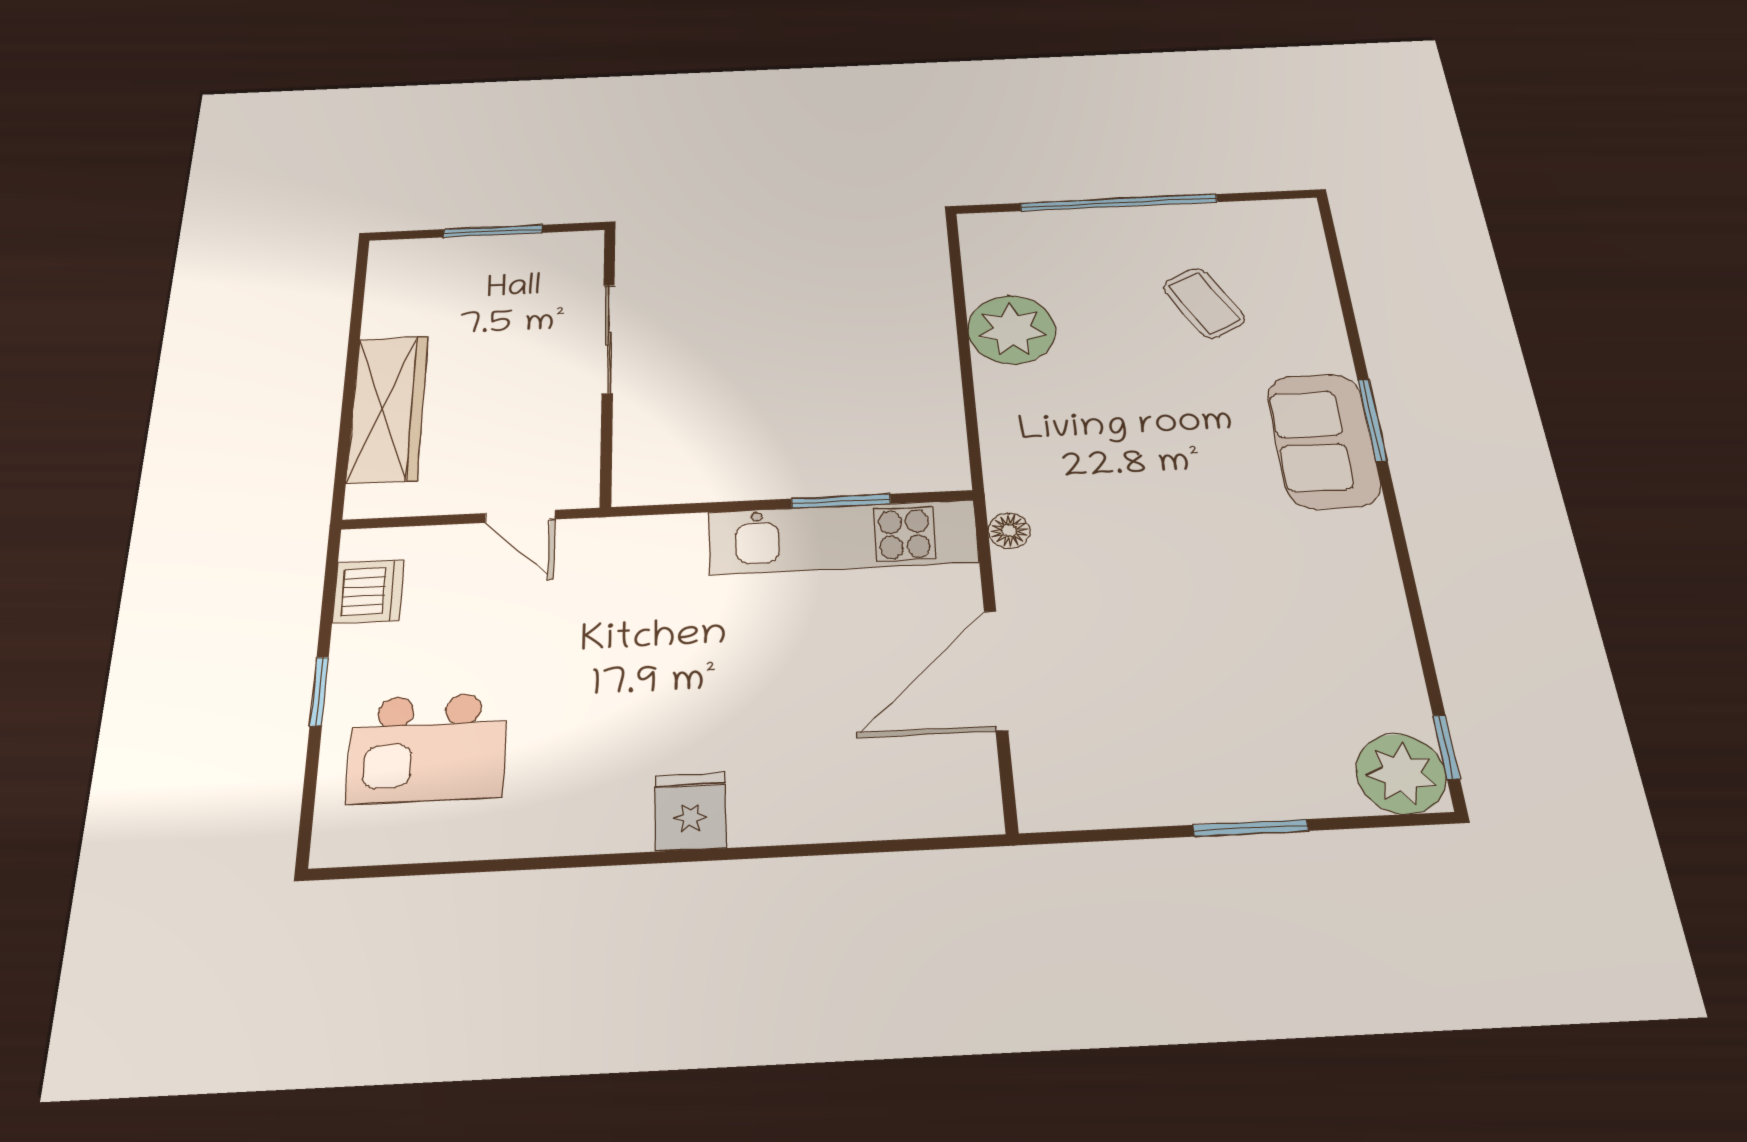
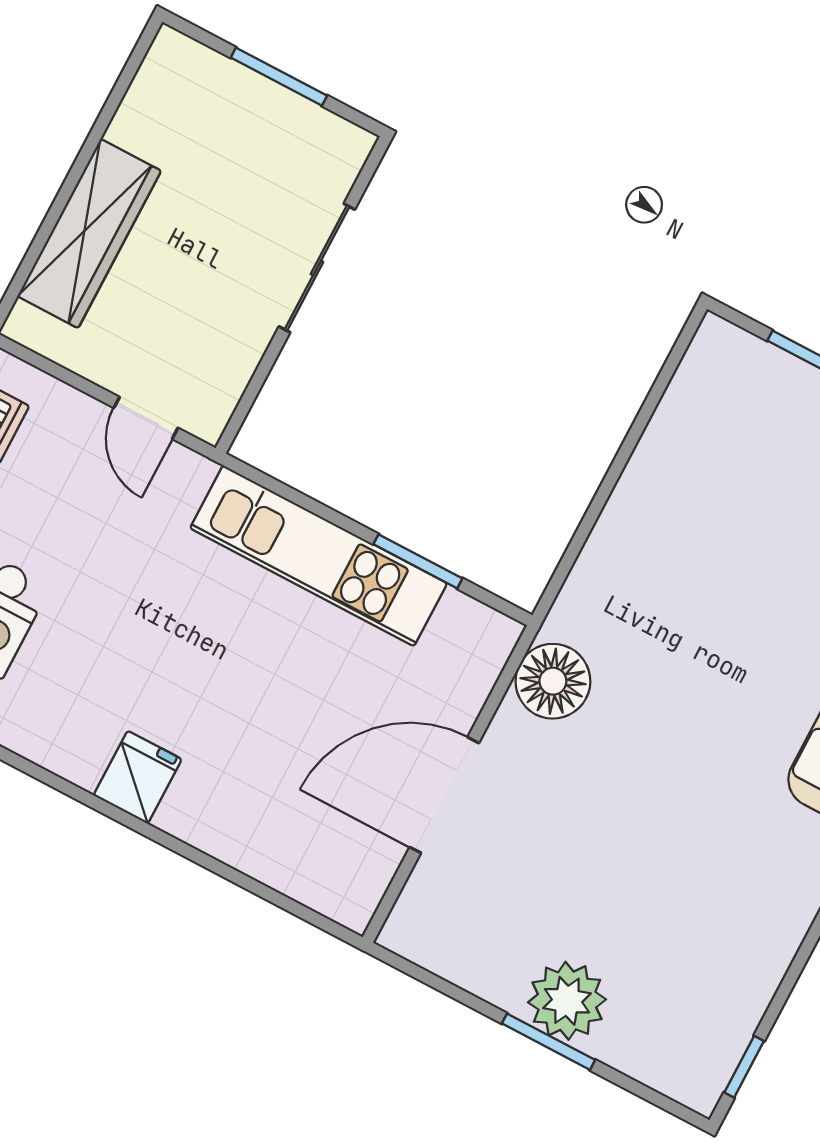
plant: (1012, 330) -> (672, 469), removed
floor lamp: (1009, 531) -> (553, 681), width x1.89, depth x1.89
kitchen unit: (843, 537) -> (319, 556), moved
plant: (1401, 774) -> (567, 1001), moved

